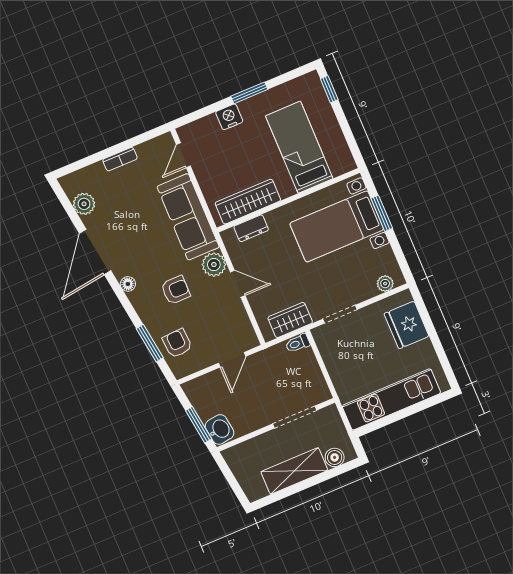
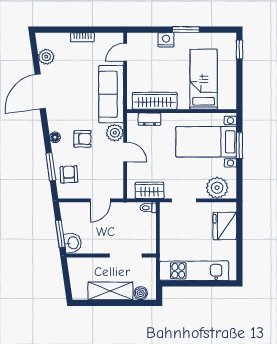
floor lamp: (128, 284) -> (55, 137), moved
plant: (385, 284) -> (217, 188), width x1.88, depth x1.88

